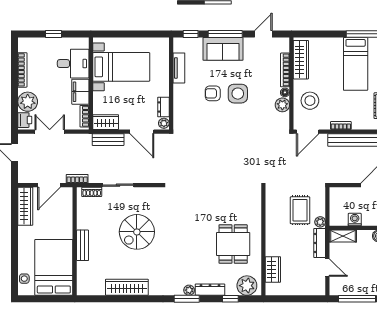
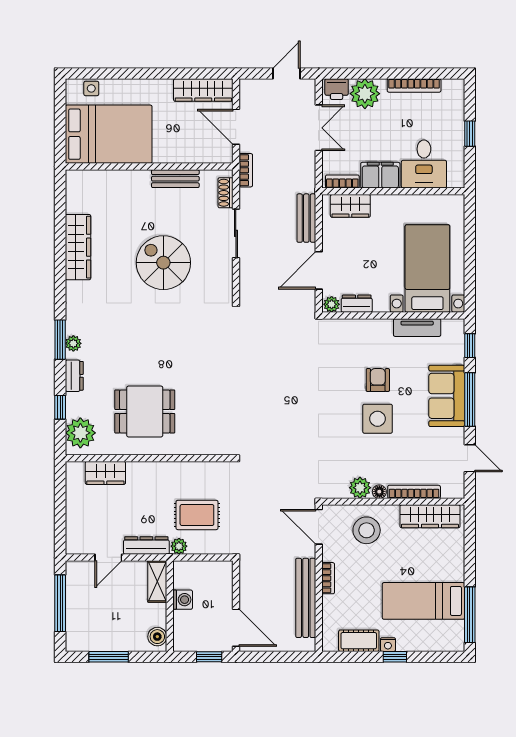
bed with nightstands: (121, 67) -> (427, 268), moved, turned 180
wardrobe: (106, 122) -> (350, 206), moved, turned 90
bench: (83, 245) -> (175, 179), moved
dresser: (210, 290) -> (74, 376), width x0.70

